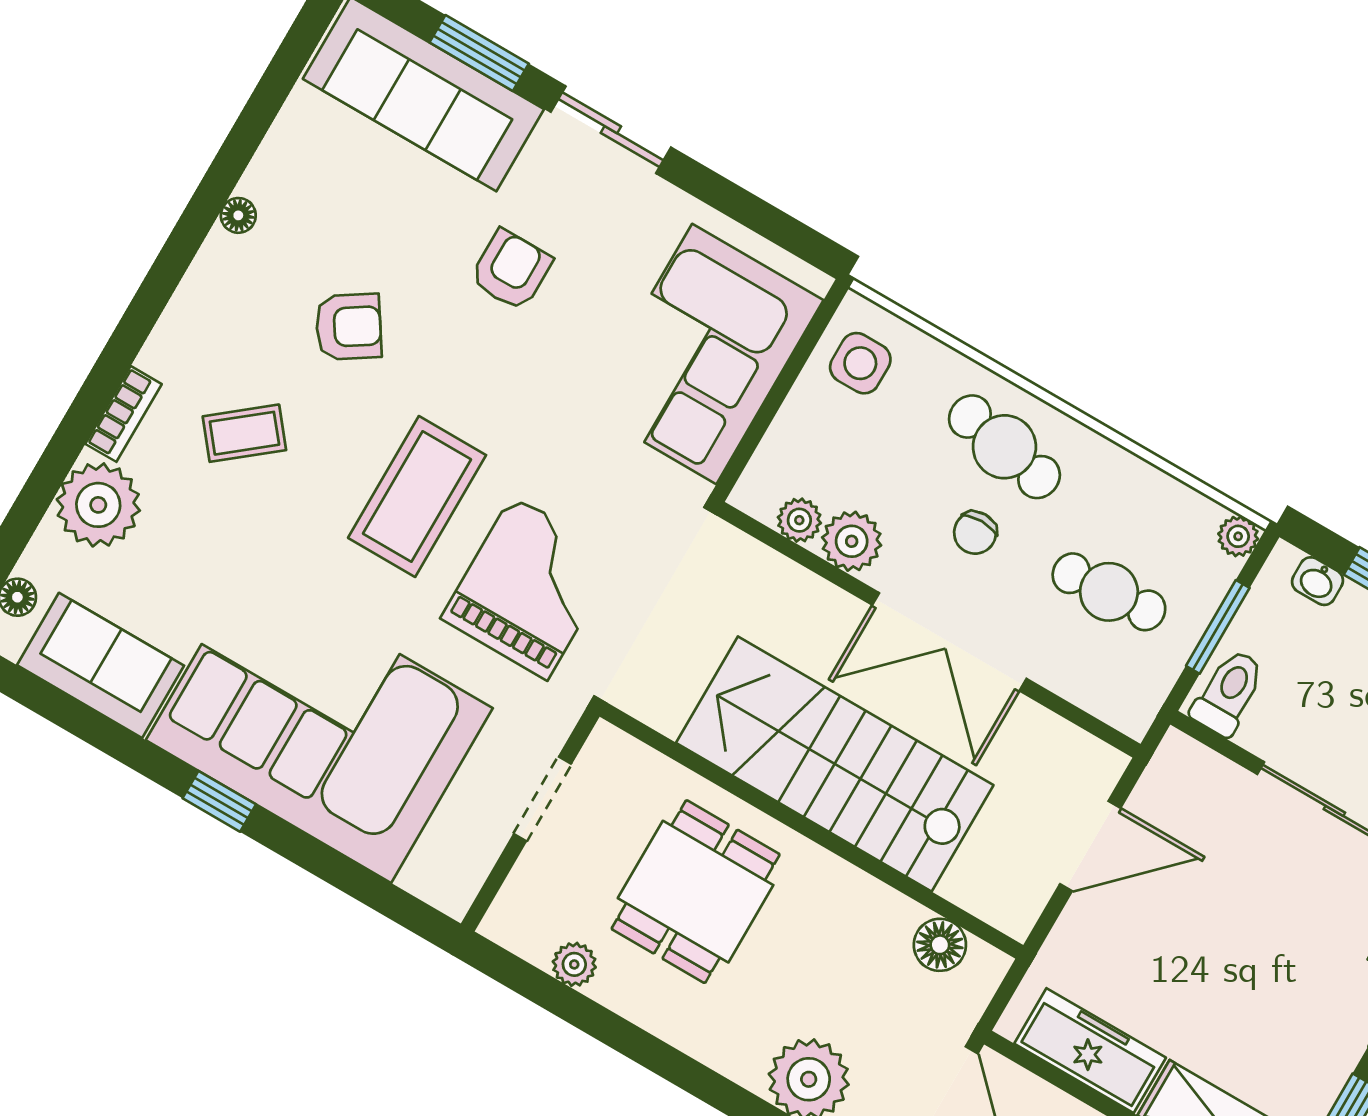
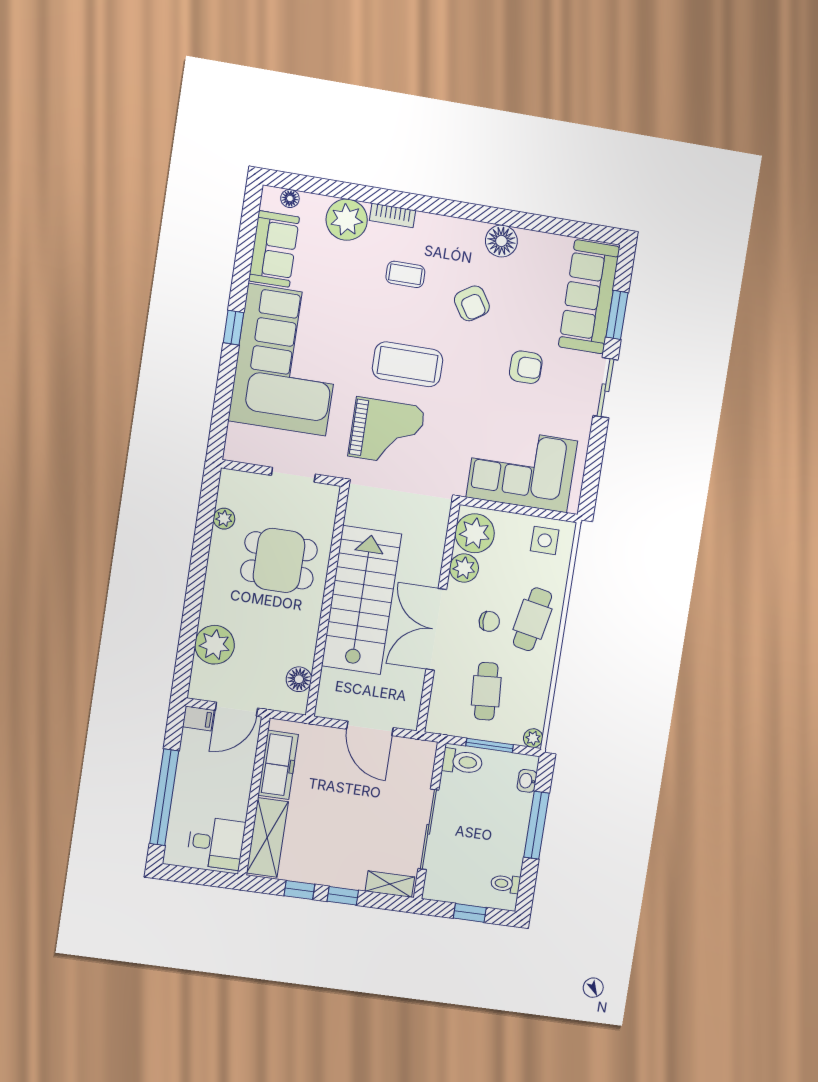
floor lamp: (238, 215) -> (501, 241), width x1.89, depth x1.89
coffee table: (244, 433) -> (405, 274), turned -51
plant: (799, 520) -> (475, 533), width x1.88, depth x1.88
chair: (975, 533) -> (489, 621), turned 180

